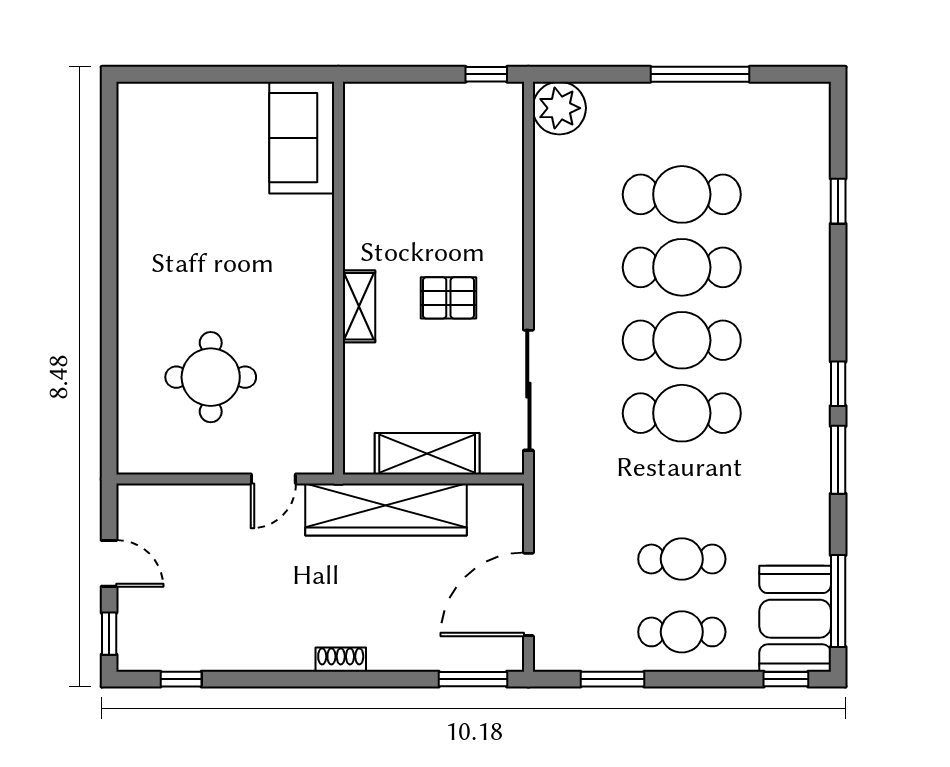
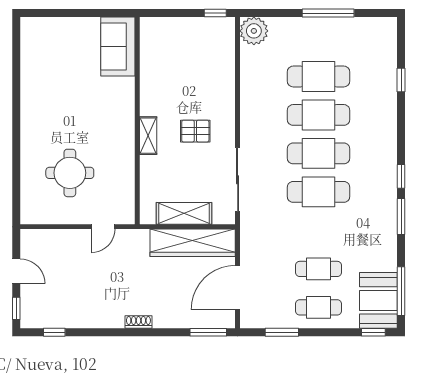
wardrobe: (386, 510) -> (193, 243), moved

